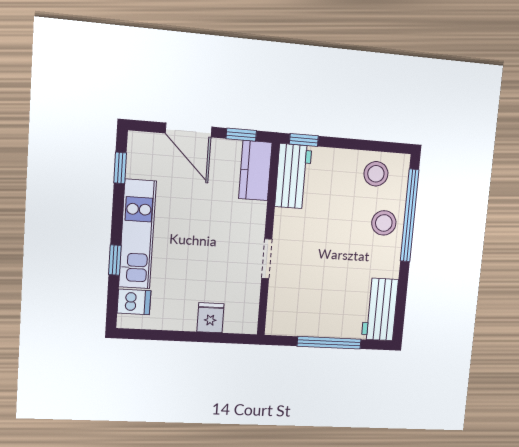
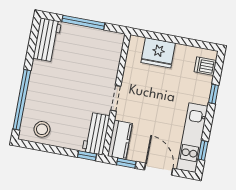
stool: (384, 223) -> (40, 97), removed
kitchen unit: (137, 234) -> (192, 138), moved
doorway: (267, 259) -> (116, 98), moved
fridge: (210, 318) -> (158, 53), width x1.88, depth x1.34

